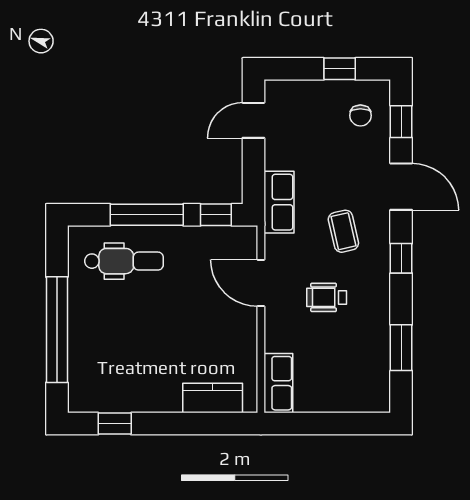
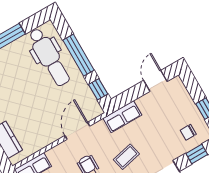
door: (253, 120) -> (155, 81), hinge flipped
dental chair: (124, 261) -> (49, 57), width x1.36, depth x1.38

